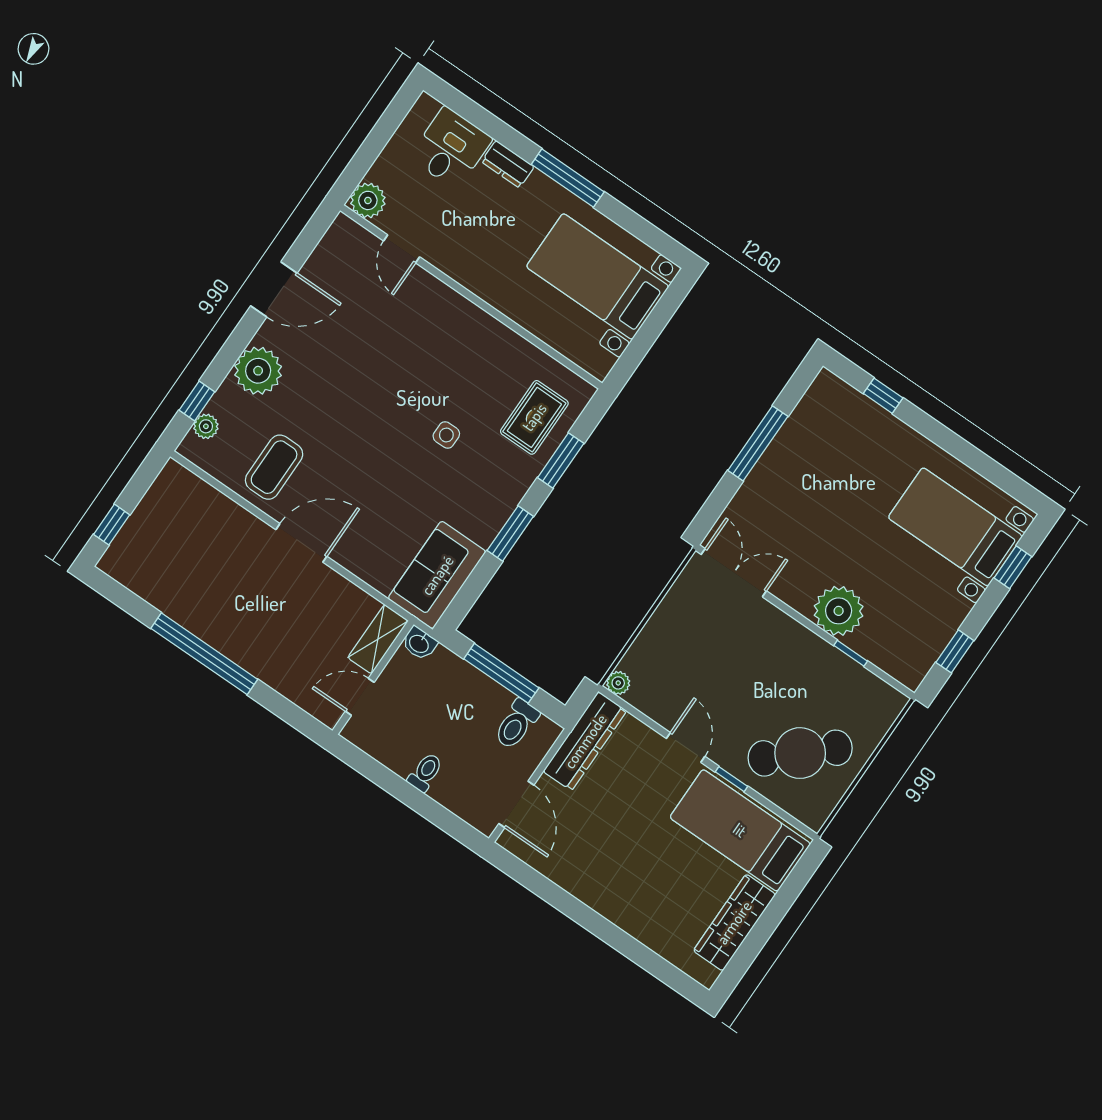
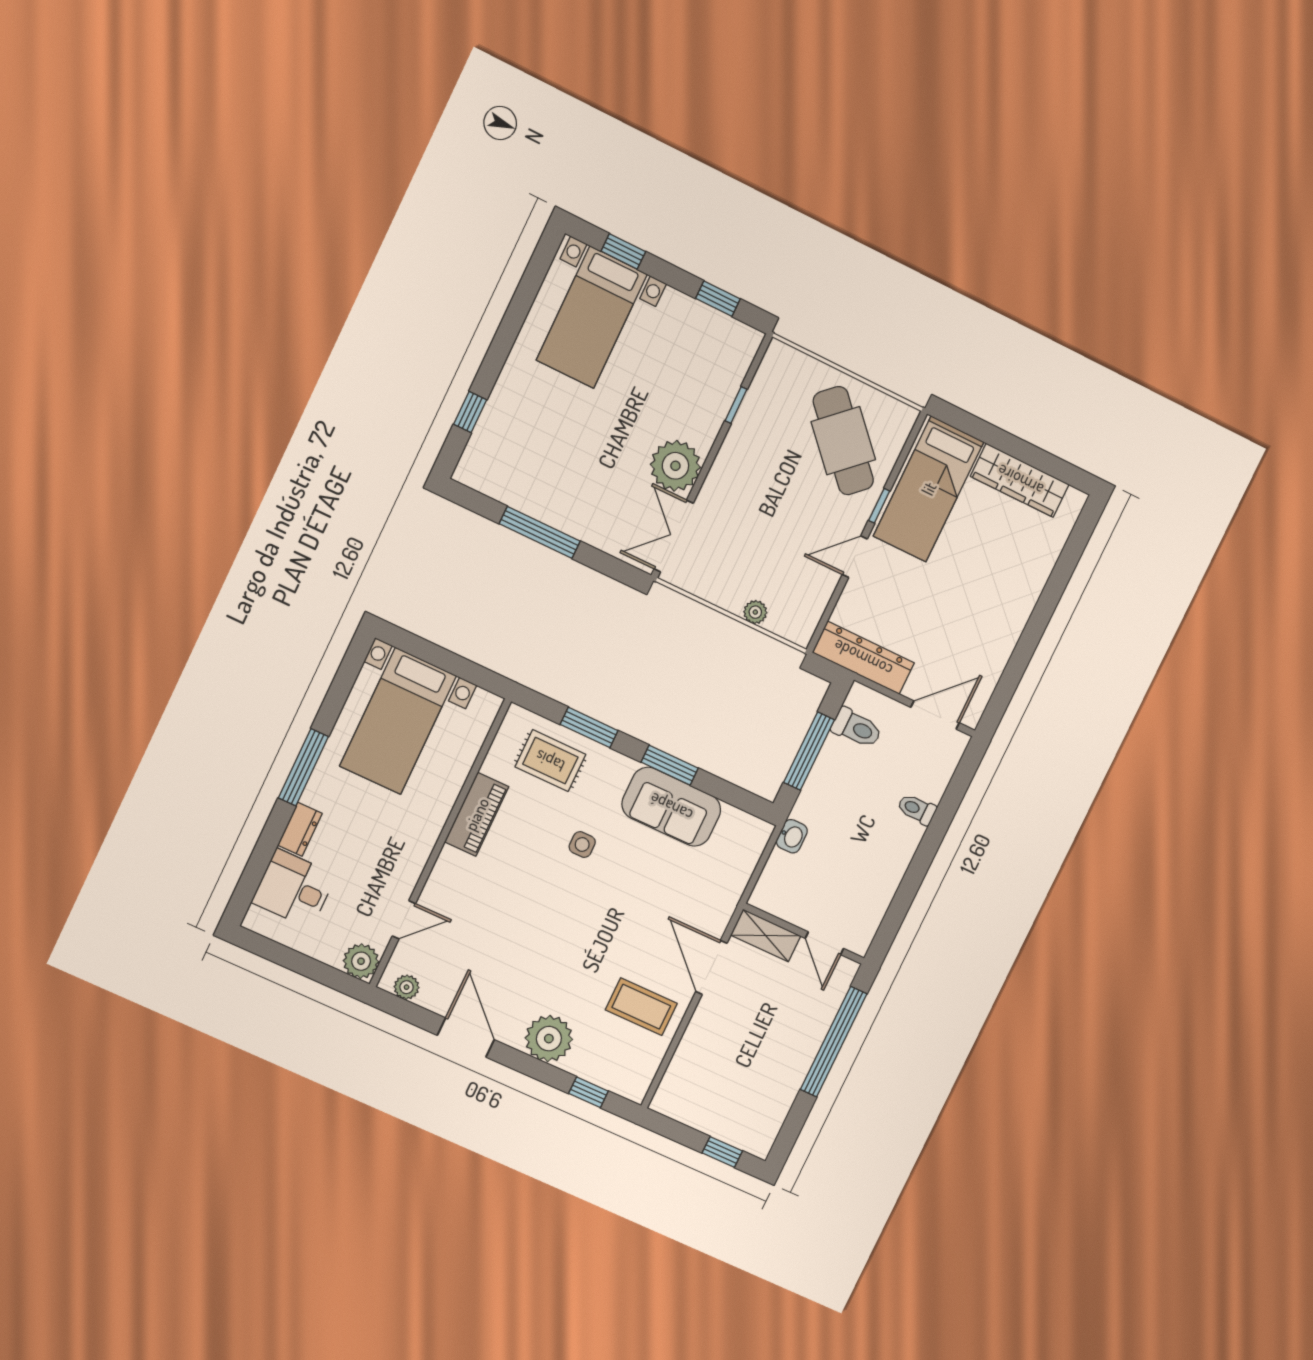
piano: (494, 337) -> (477, 814), added
plant: (206, 426) -> (407, 987), moved
sofa: (437, 575) -> (671, 807), moved
plant: (839, 611) -> (675, 466), moved
shelving: (378, 639) -> (766, 936), moved
wall: (373, 678) -> (804, 934), moved
plant: (618, 683) -> (755, 612), moved
door: (360, 697) -> (824, 943), moved

